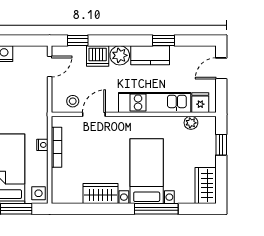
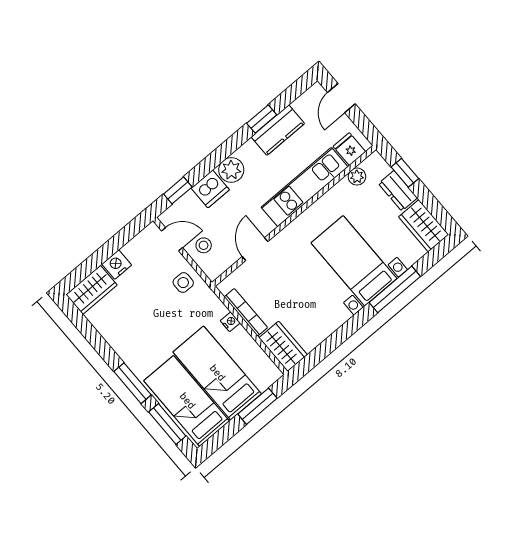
kitchen counter: (150, 55) -> (278, 130), moved
door: (50, 67) -> (172, 239), hinge flipped
stool: (73, 101) -> (204, 245), moved
dresser: (208, 152) -> (398, 191), added
side table: (39, 193) -> (183, 283), moved
wardrobe: (100, 193) -> (283, 346), moved, turned 90

